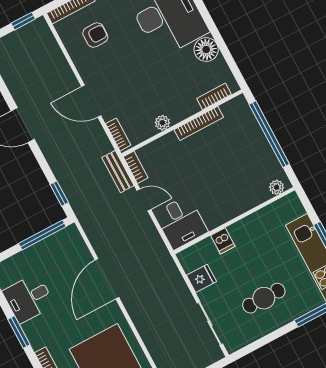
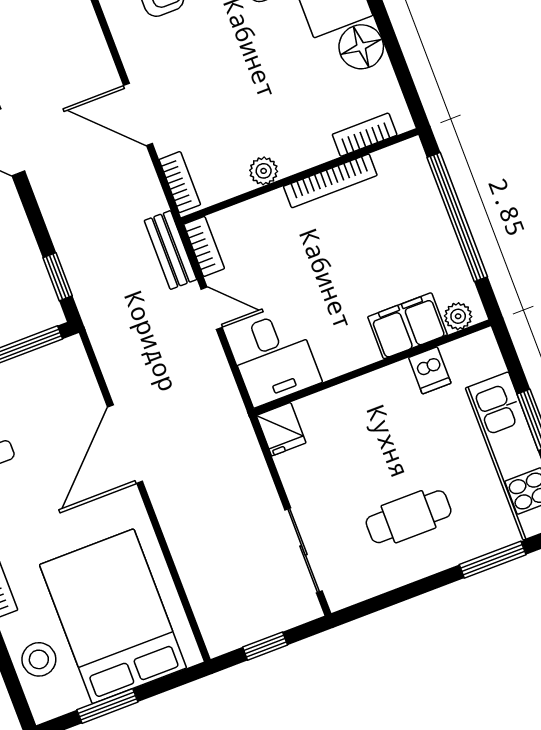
filing cabinet: (250, 196) -> (408, 326), added
dishwasher: (223, 241) -> (430, 370), moved
fridge: (201, 278) -> (281, 429), moved, turned 90

